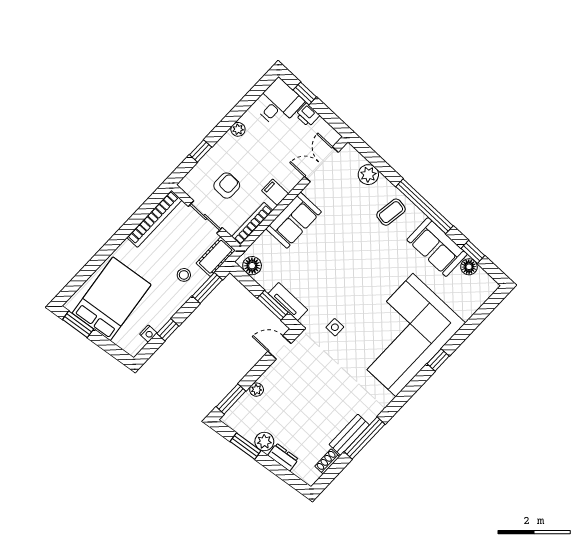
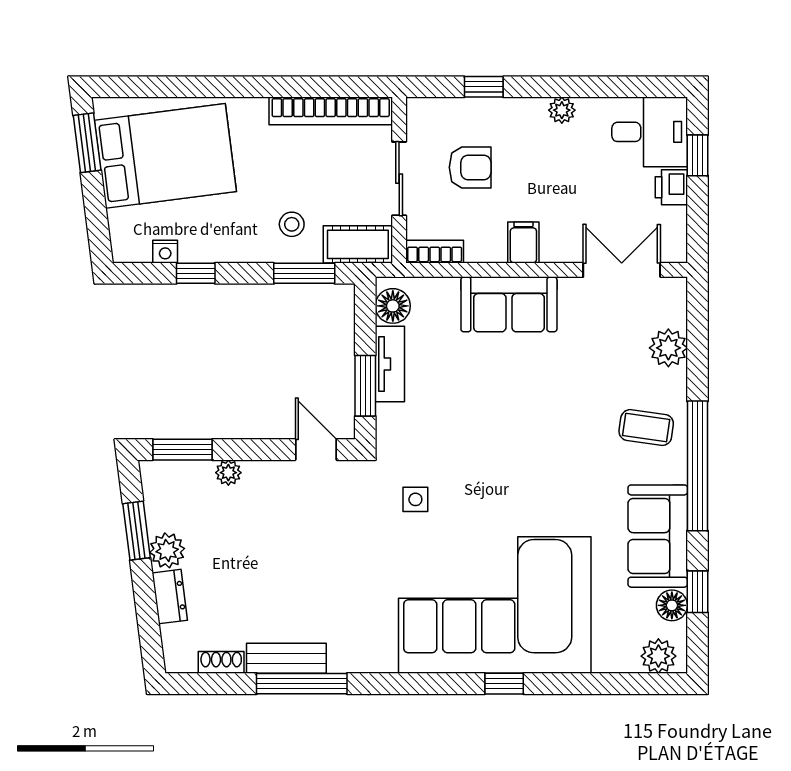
bookcase: (252, 224) -> (435, 252), width x0.64
plant: (484, 290) -> (658, 656), added
tv unit: (288, 302) -> (390, 364), moved

